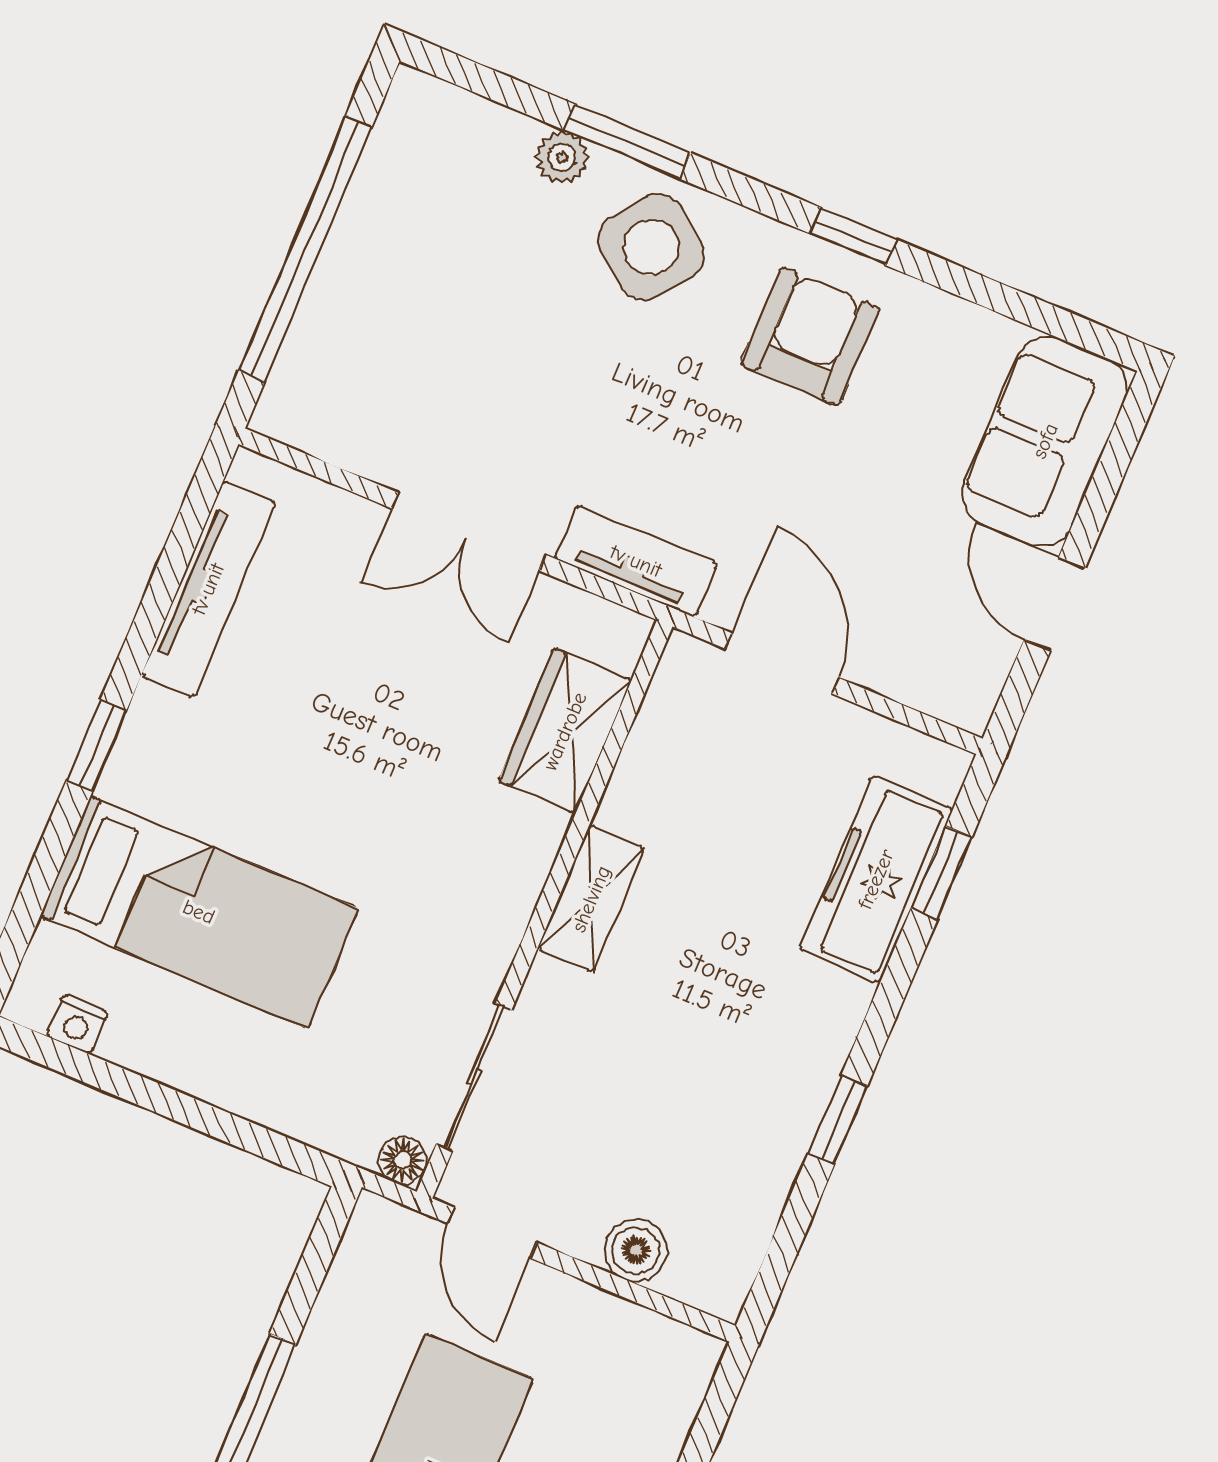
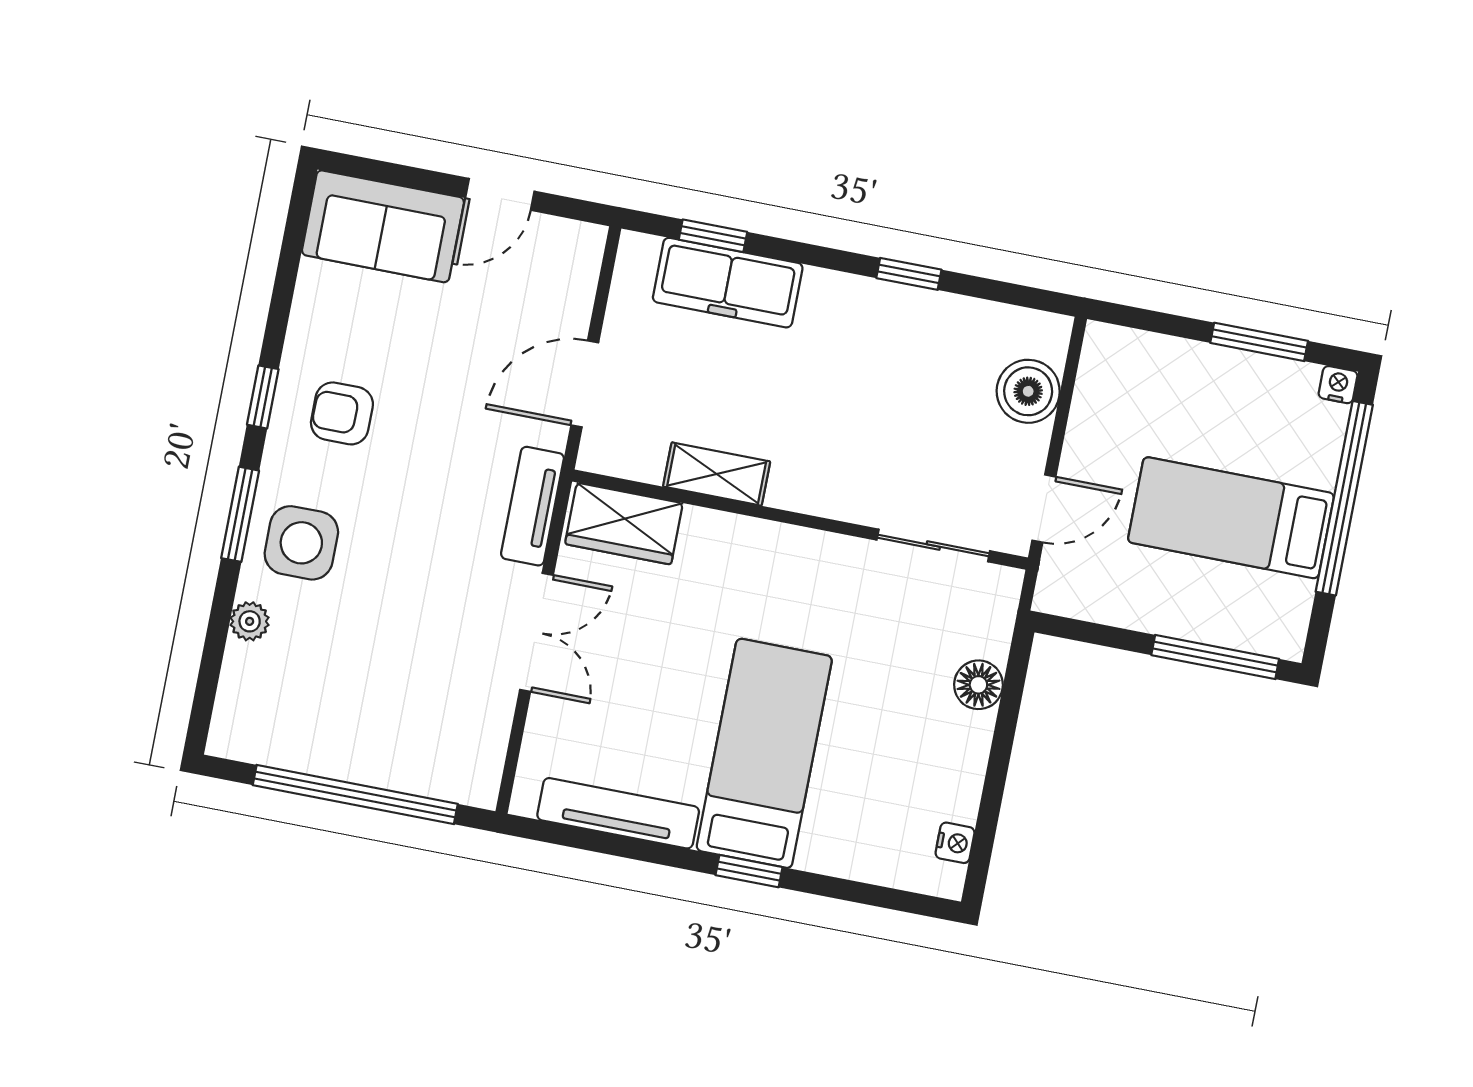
window: (627, 141) -> (240, 514), moved
side table: (651, 247) -> (301, 543), turned -38
armchair: (810, 336) -> (342, 413), width x0.72, depth x0.72
wardrobe: (565, 731) -> (624, 524), moved
shelving: (591, 899) -> (717, 474), moved
bed: (199, 912) -> (764, 753), moved
floor lamp: (403, 1160) -> (978, 685), moved, width x1.37, depth x1.37
boiler: (636, 1250) -> (1028, 391), width x1.36, depth x1.36

